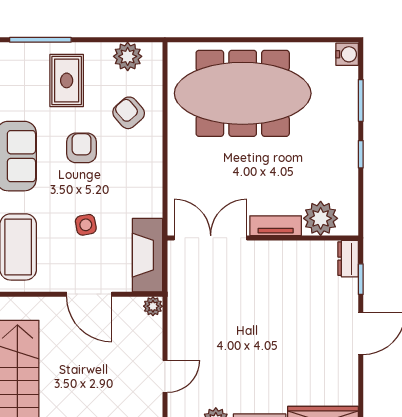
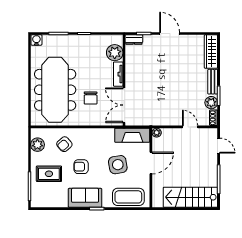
chair: (225, 168) -> (91, 98), added
side table: (86, 225) -> (118, 165), width x1.87, depth x1.87

